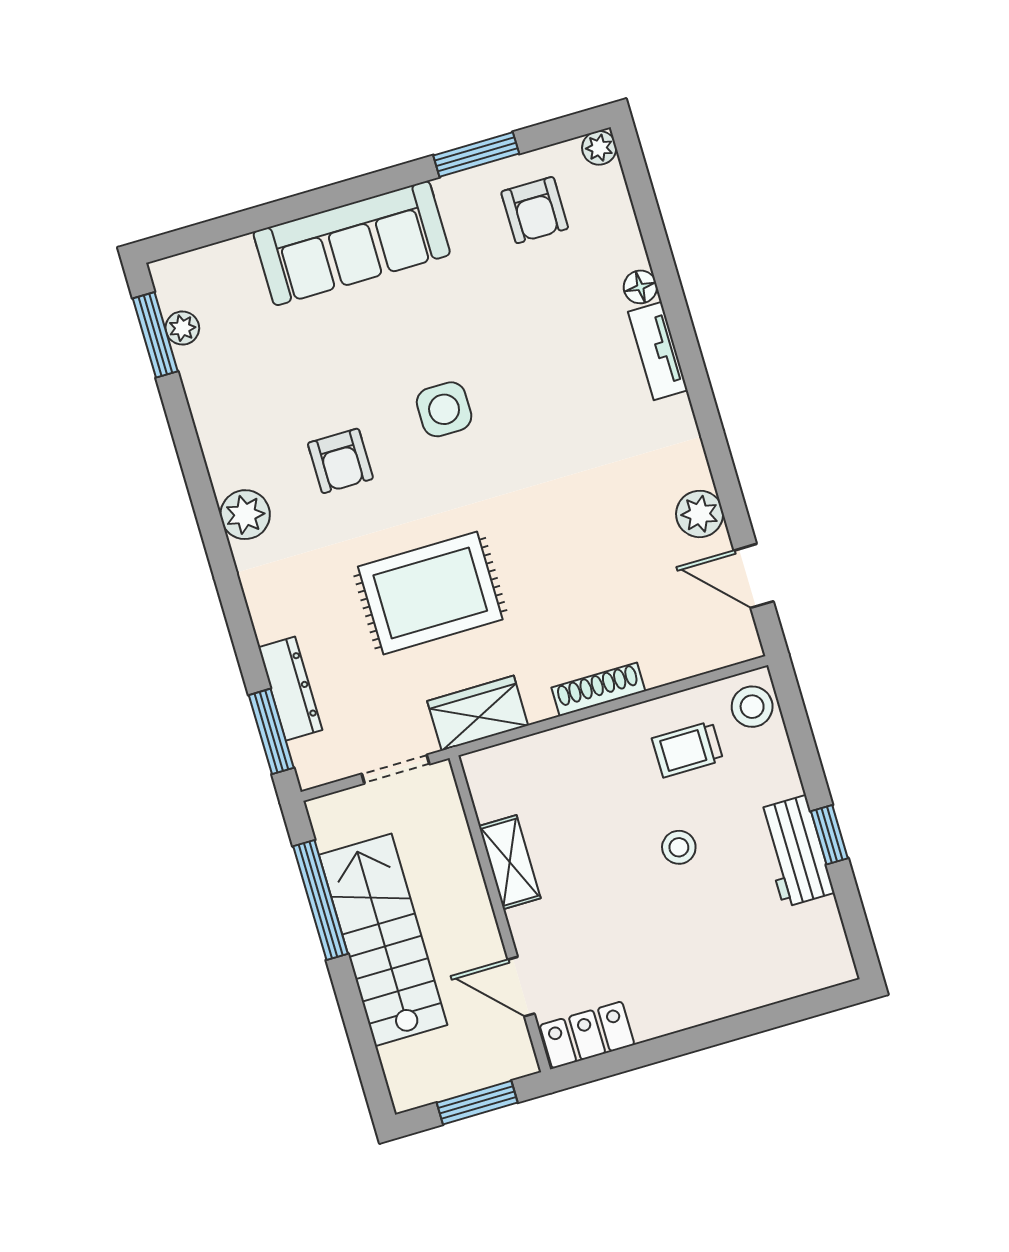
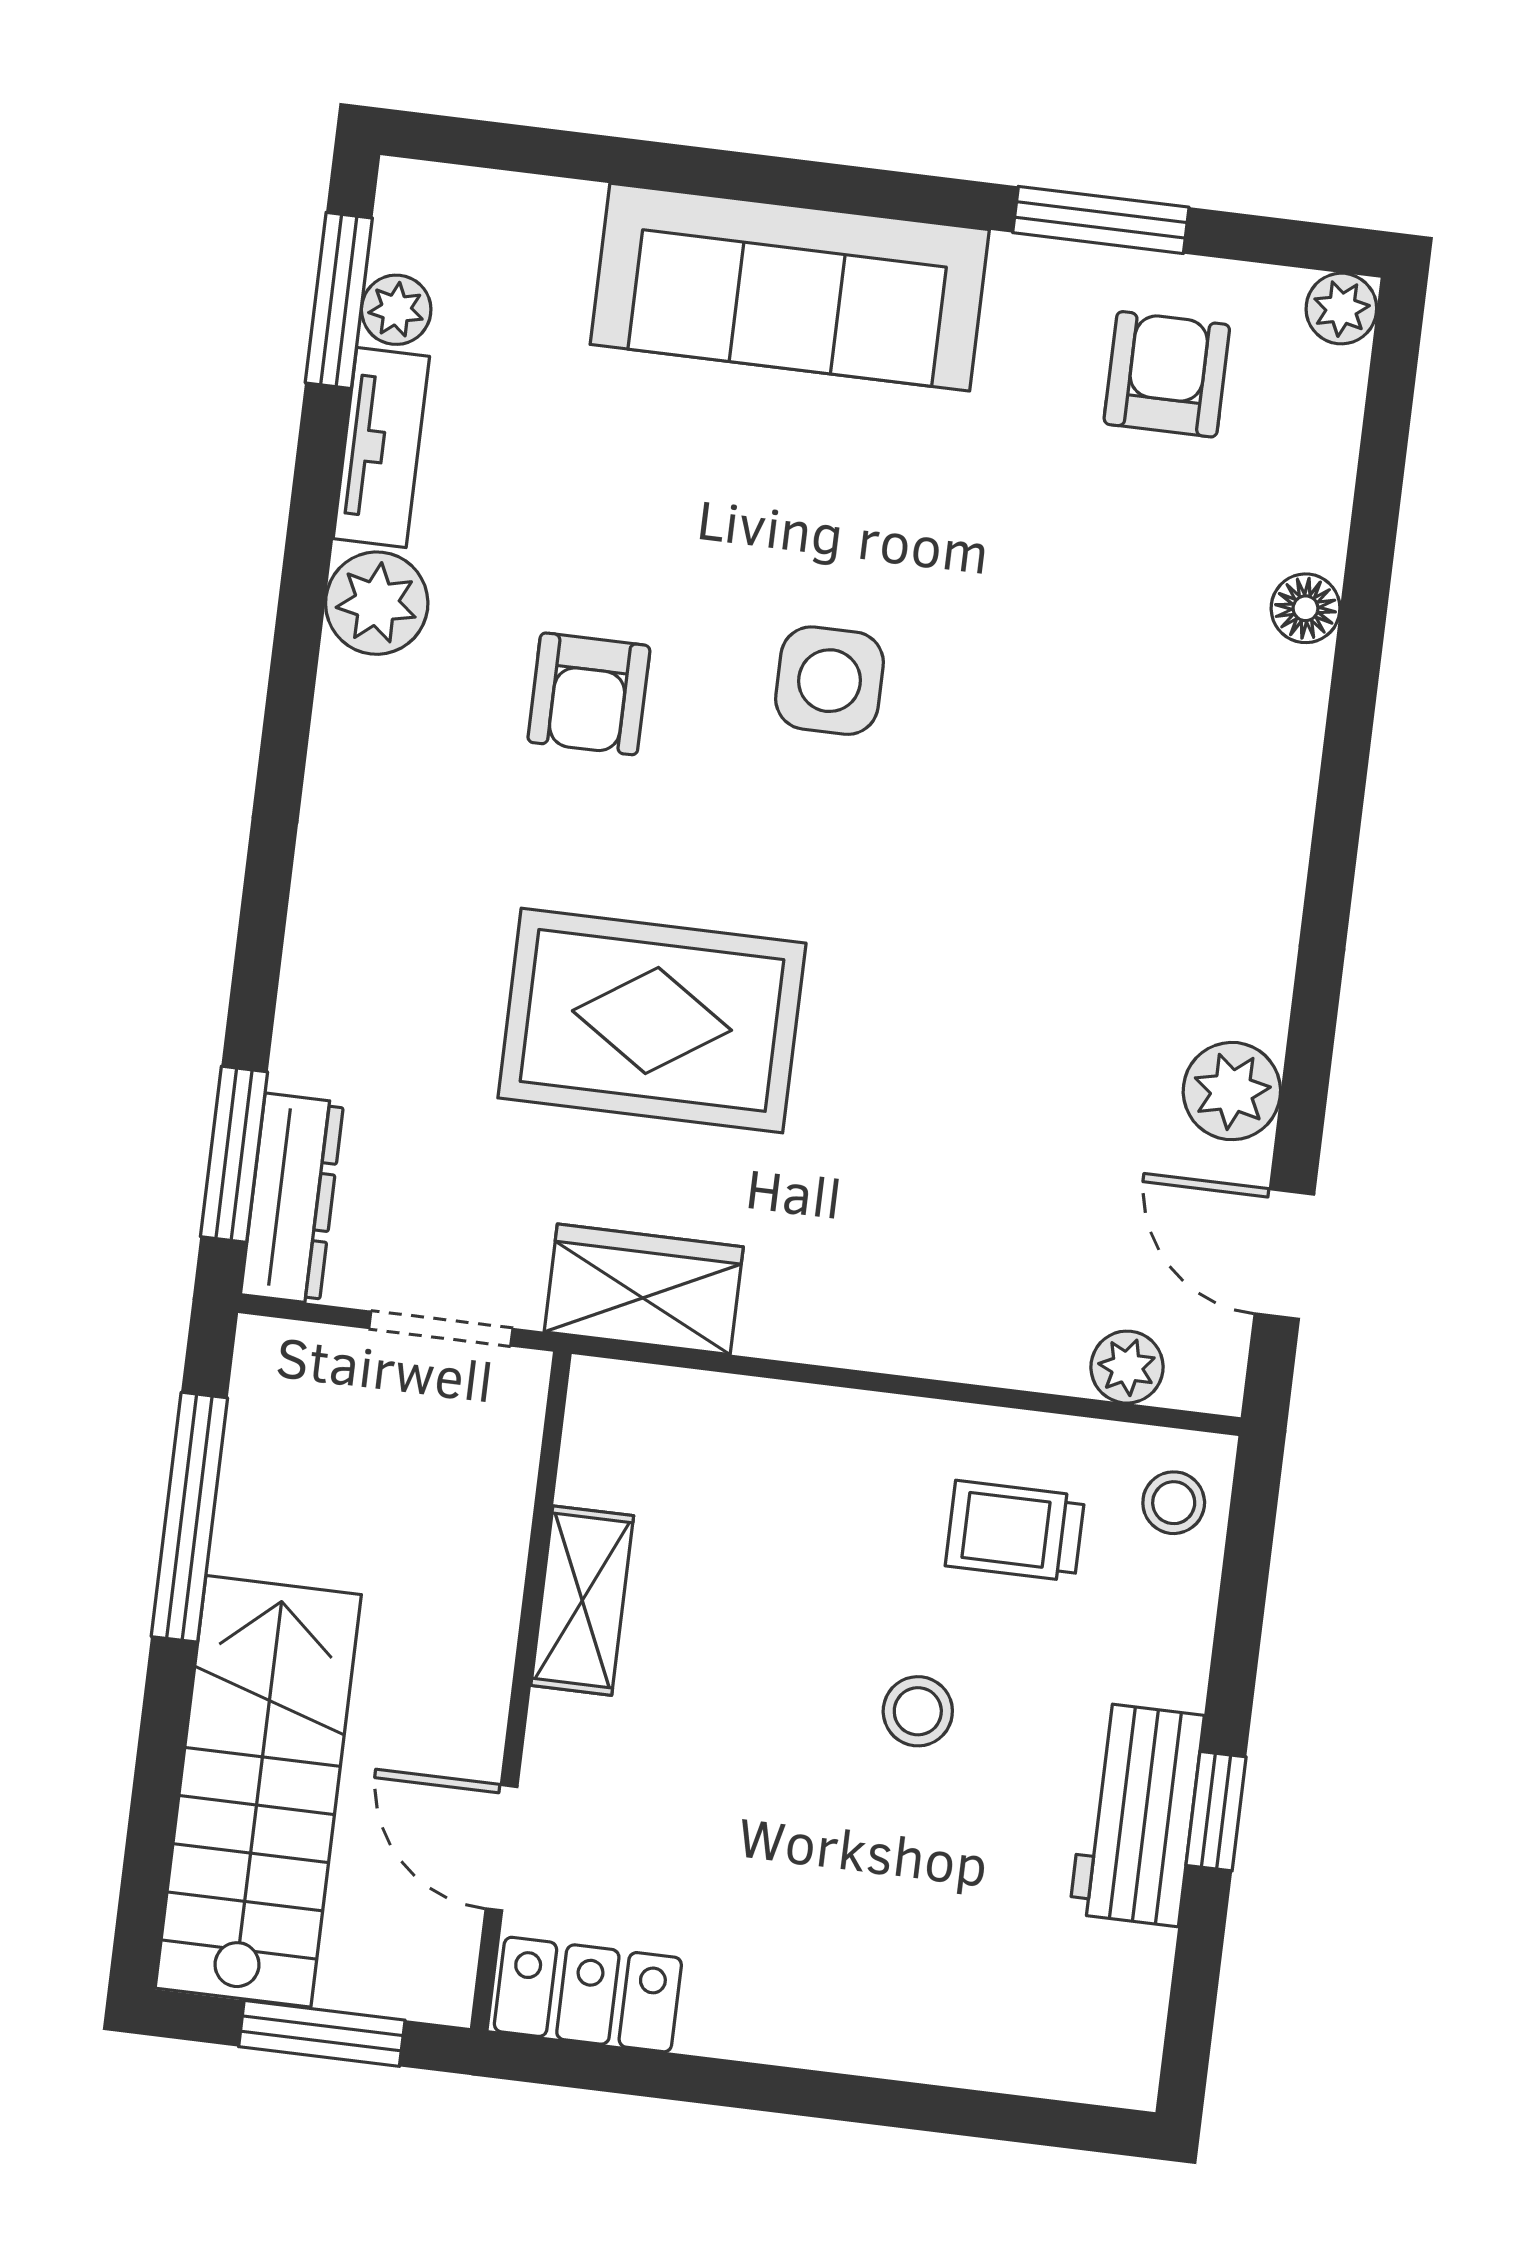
armchair: (535, 210) -> (1167, 374), turned 180
tv unit: (658, 351) -> (381, 448), moved, turned 180
plant: (245, 515) -> (377, 603), moved
plant: (706, 656) -> (1127, 1367), added
dresser: (290, 689) -> (292, 1199), moved
shoe rack: (598, 689) -> (894, 1343), removed
stool: (752, 707) -> (1174, 1503), width x0.73, depth x0.73
stairs: (383, 940) -> (258, 1791), moved

